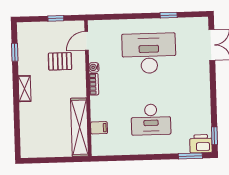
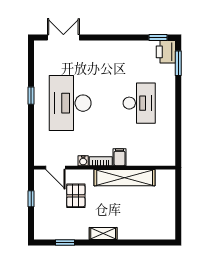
window: (169, 15) -> (31, 96), moved
shelving: (79, 127) -> (125, 178), moved
filing cabinet: (99, 128) -> (120, 157), moved

